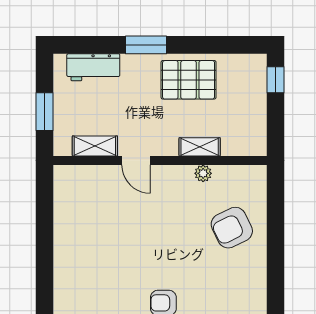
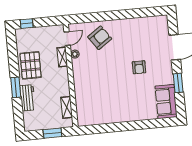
workbench: (93, 67) -> (28, 98), moved
door: (136, 160) -> (67, 39), moved
armchair: (232, 228) -> (100, 38), turned -99

